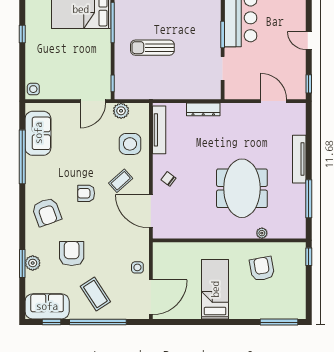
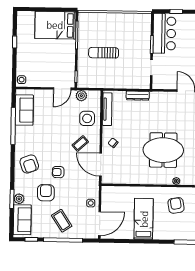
meeting table: (242, 188) -> (163, 150), turned 90
armchair: (86, 193) -> (58, 172), moved
sofa: (47, 306) -> (22, 220), moved, turned 90

